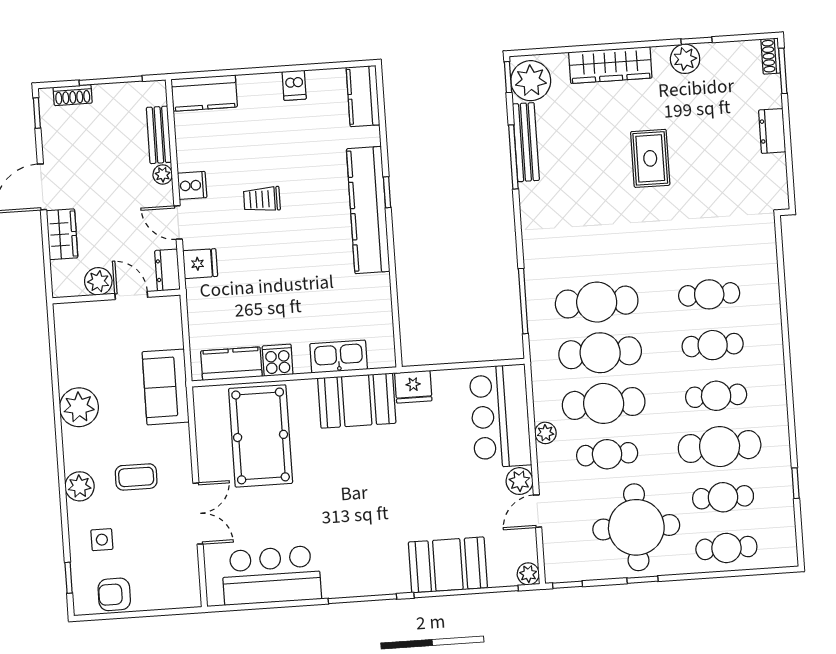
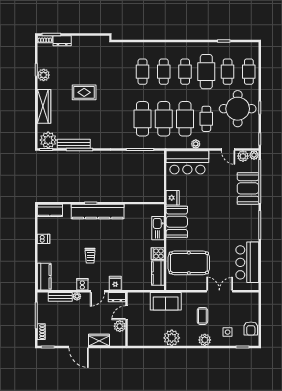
dresser: (772, 131) -> (62, 41), moved
plant: (519, 481) -> (243, 156), moved

